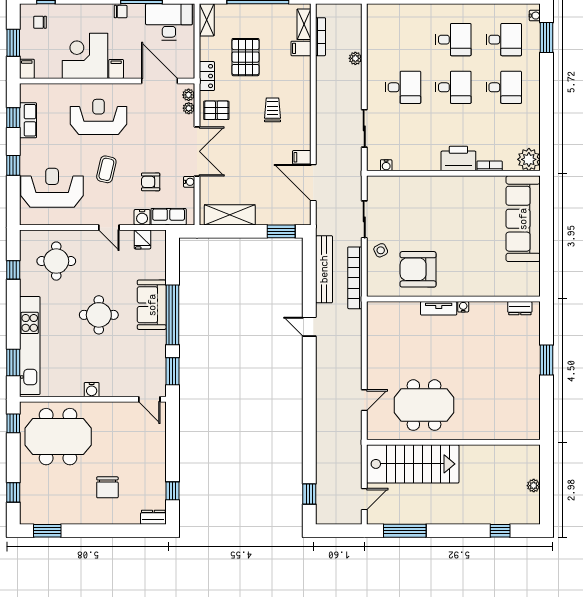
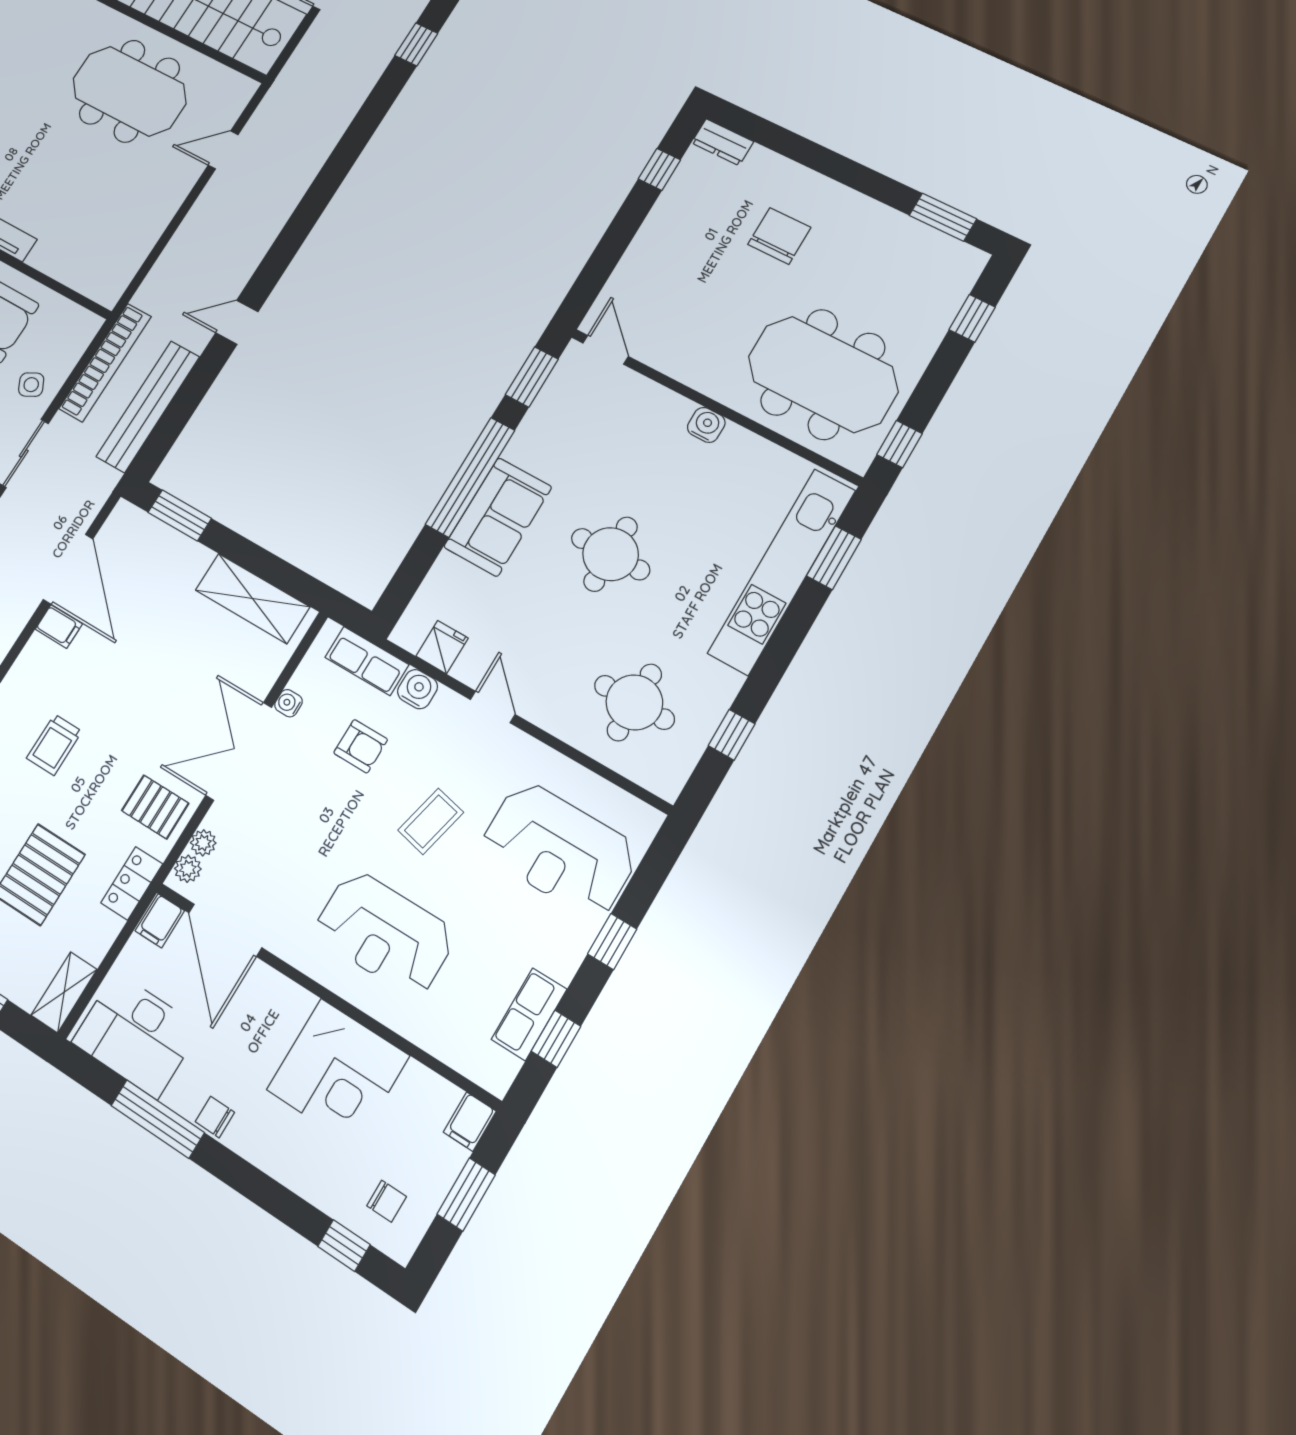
filing cabinet: (116, 69) -> (160, 921), moved
door: (309, 327) -> (237, 322), swing flipped

